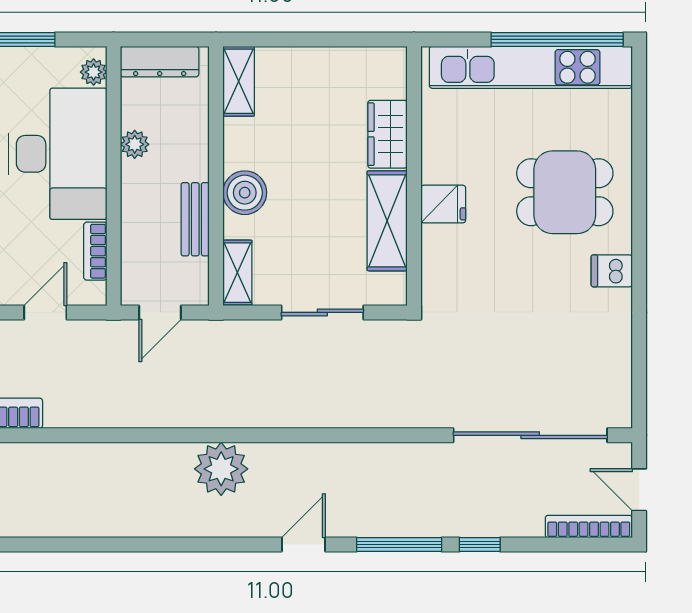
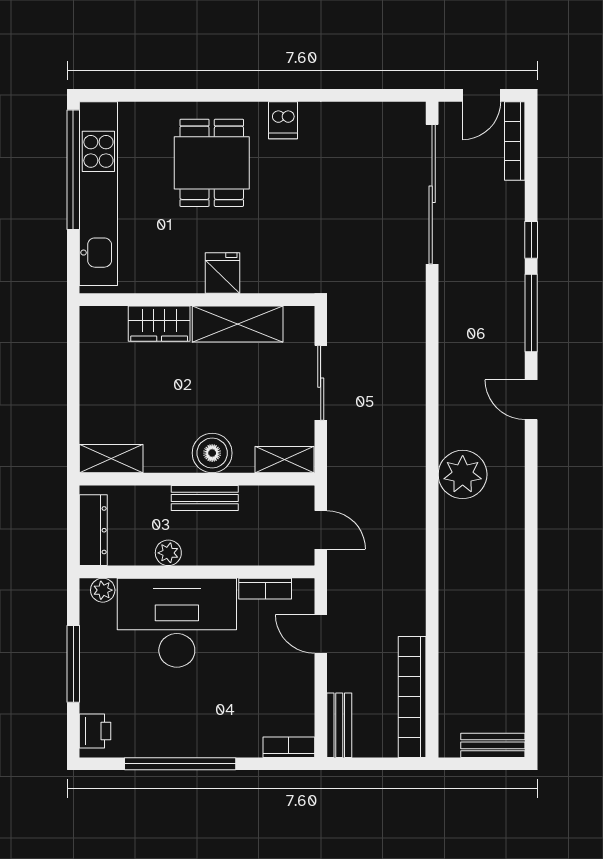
bench: (195, 219) -> (205, 498), moved

